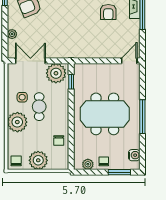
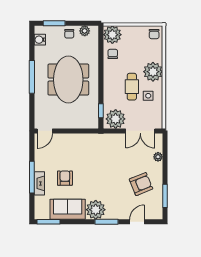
meeting table: (105, 114) -> (68, 80), turned 90
plant: (38, 160) -> (112, 35), moved

